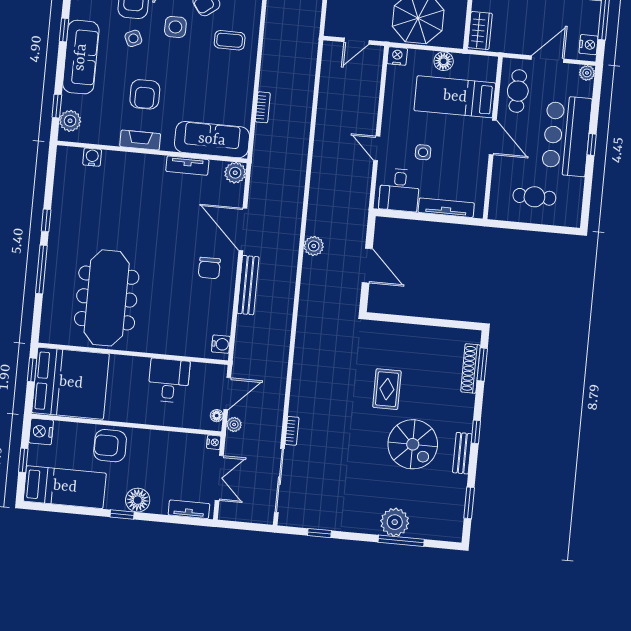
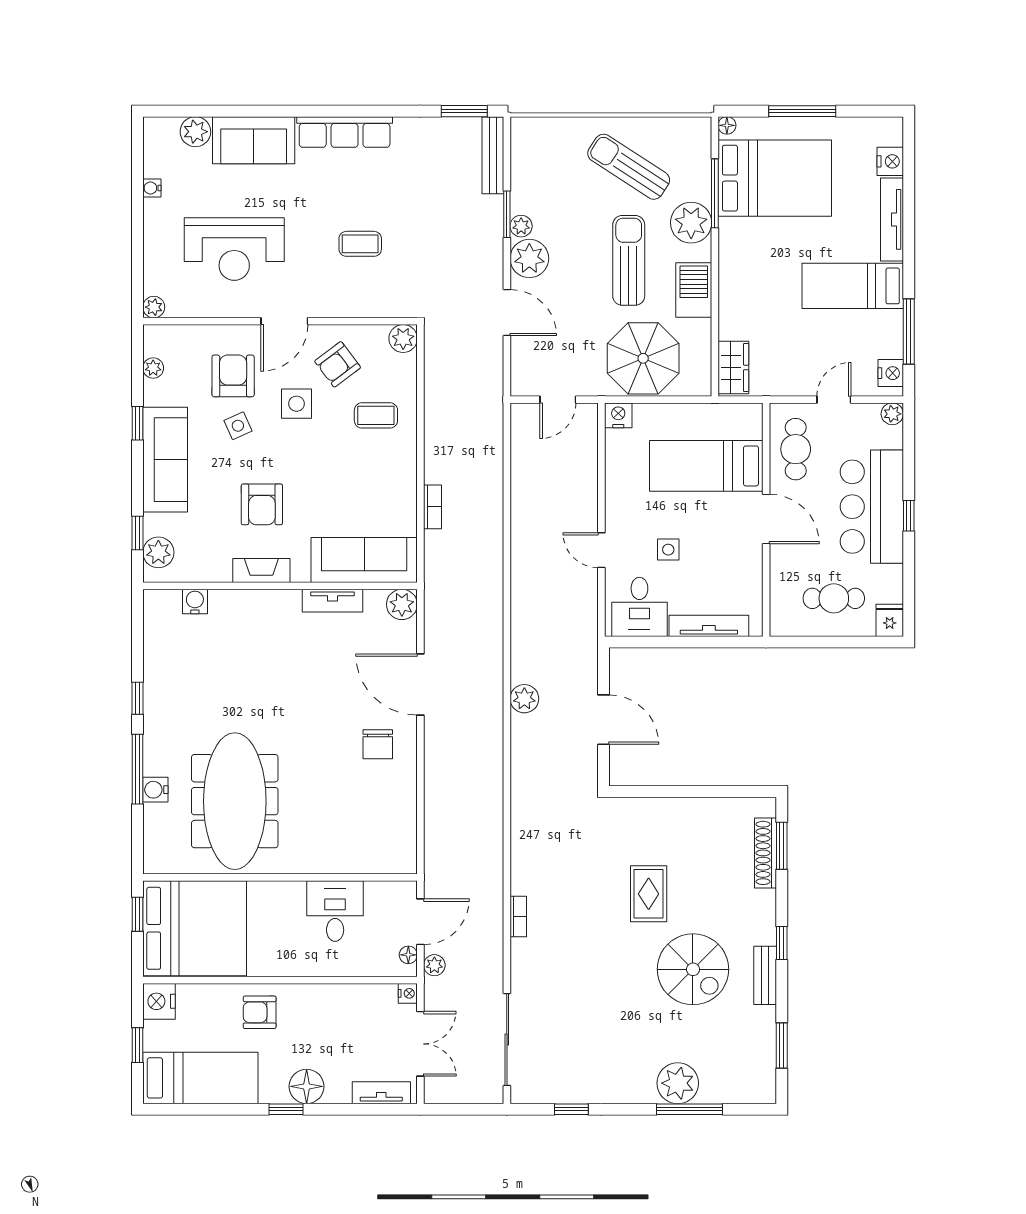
door: (548, 59) -> (834, 400), width x0.73
floor lamp: (444, 61) -> (685, 416), removed
fridge: (572, 216) -> (890, 620), added
bench: (248, 285) -> (435, 764), removed
water cooler: (221, 344) -> (155, 790), moved, turned 180
bookcase: (292, 431) -> (518, 916), moved
armchair: (110, 446) -> (260, 1012), width x0.72, depth x0.72

